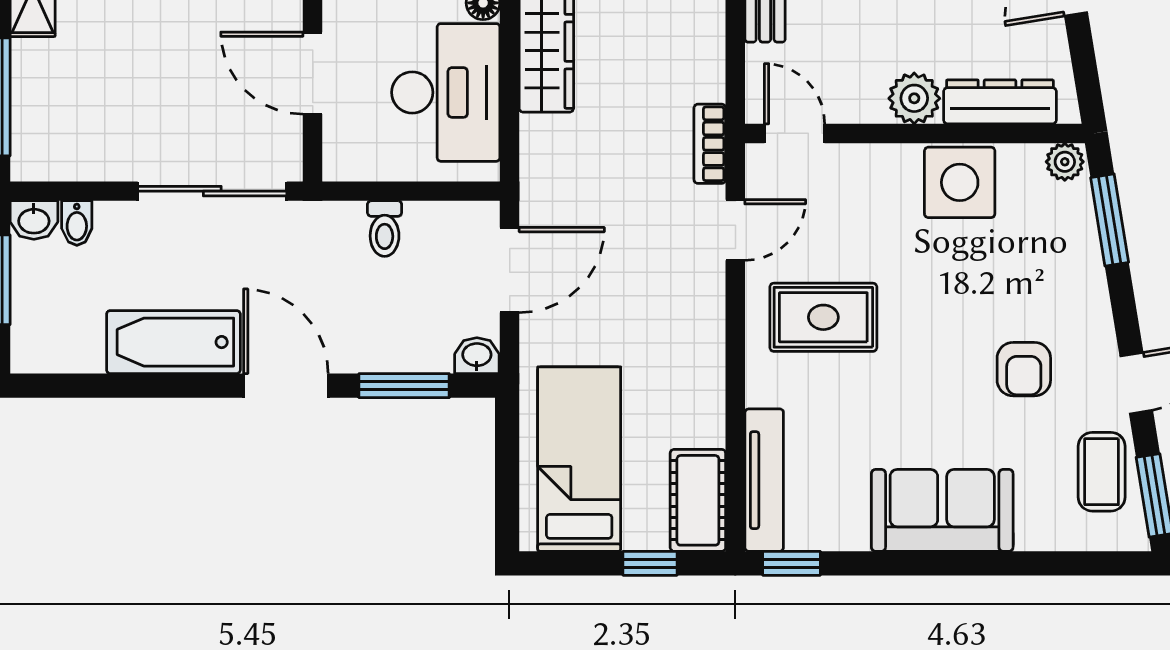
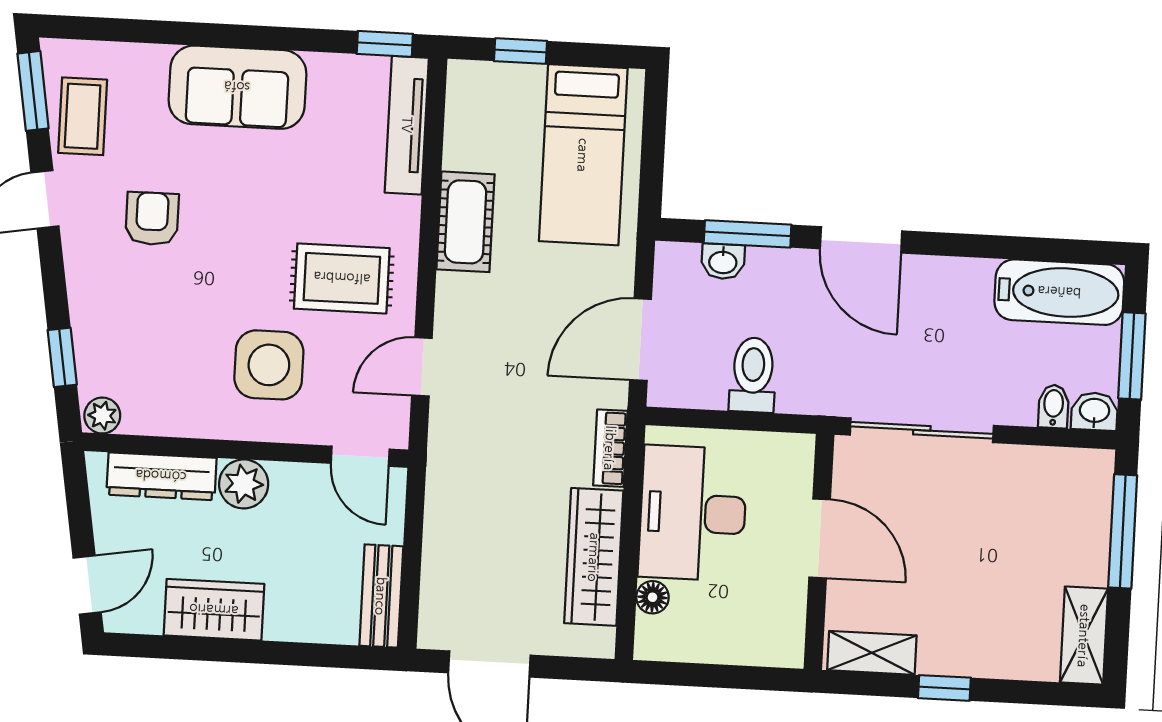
bookcase: (710, 144) -> (610, 448), moved, turned 180
side table: (960, 182) -> (269, 365), moved
window: (1110, 220) -> (62, 357), width x0.67
toilet: (385, 229) -> (753, 375), width x1.37, depth x1.39
bathtub: (173, 342) -> (1059, 292), moved
washbasin: (477, 356) -> (723, 261), moved
cot: (698, 500) -> (465, 222), moved

